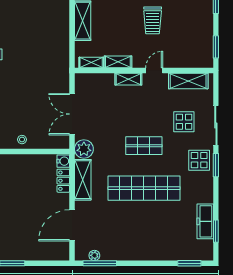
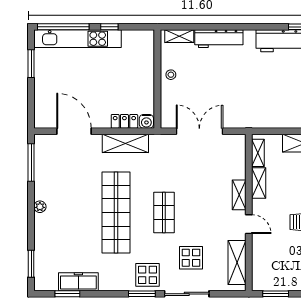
plant: (84, 149) -> (160, 145), removed
plant: (94, 255) -> (40, 207), moved

